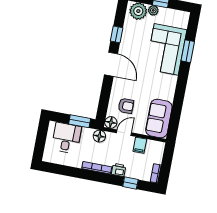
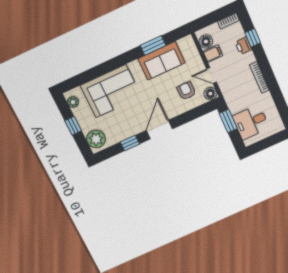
plant: (153, 10) -> (73, 102), moved
window: (188, 51) -> (153, 45), moved
sofa: (159, 118) -> (161, 61), moved
floor lamp: (99, 136) -> (206, 42), moved
printer: (119, 170) -> (243, 46), moved

